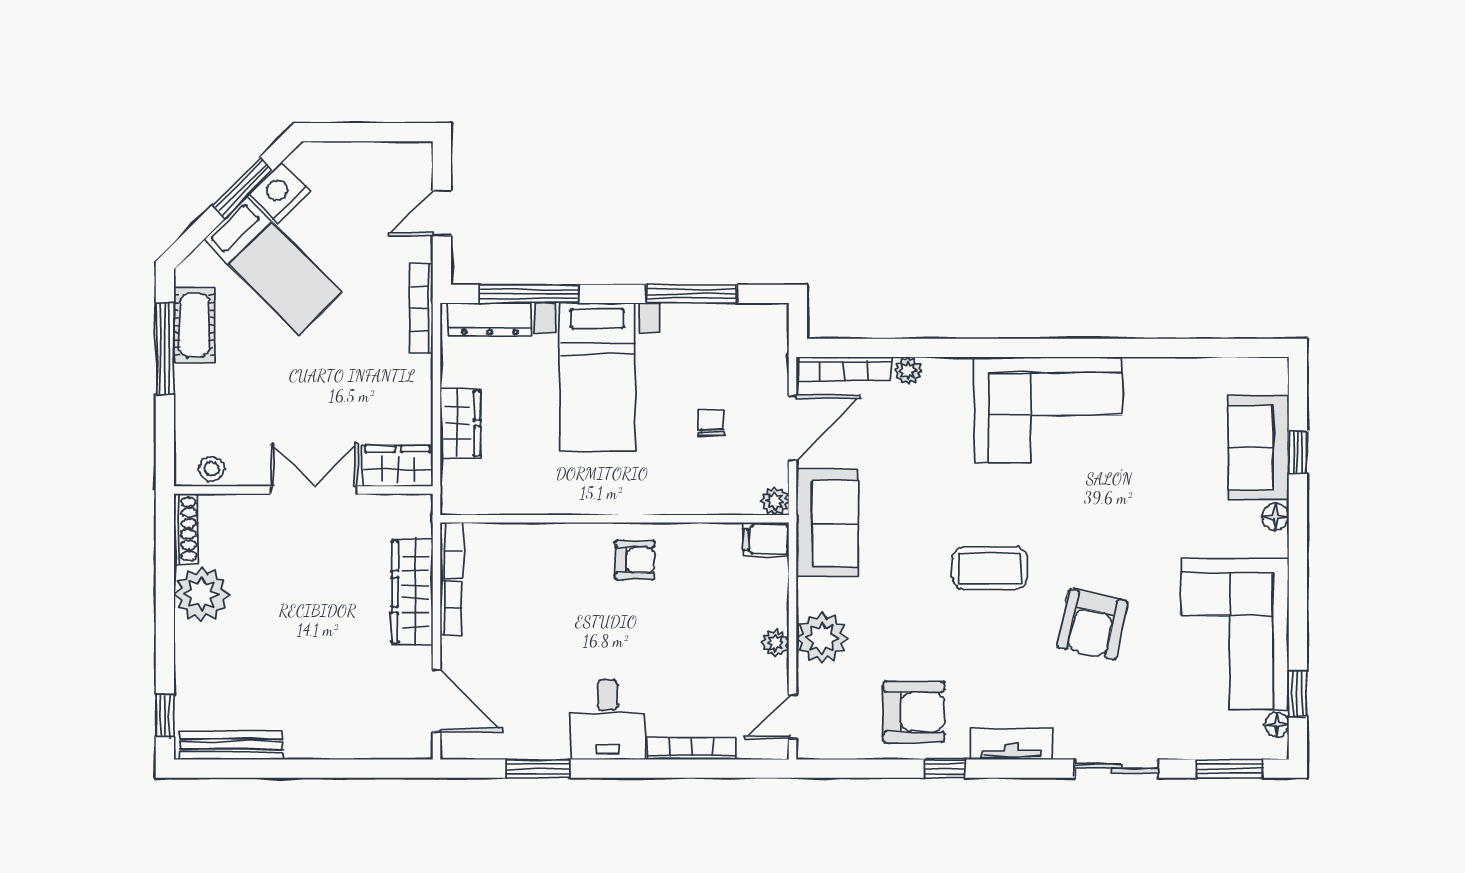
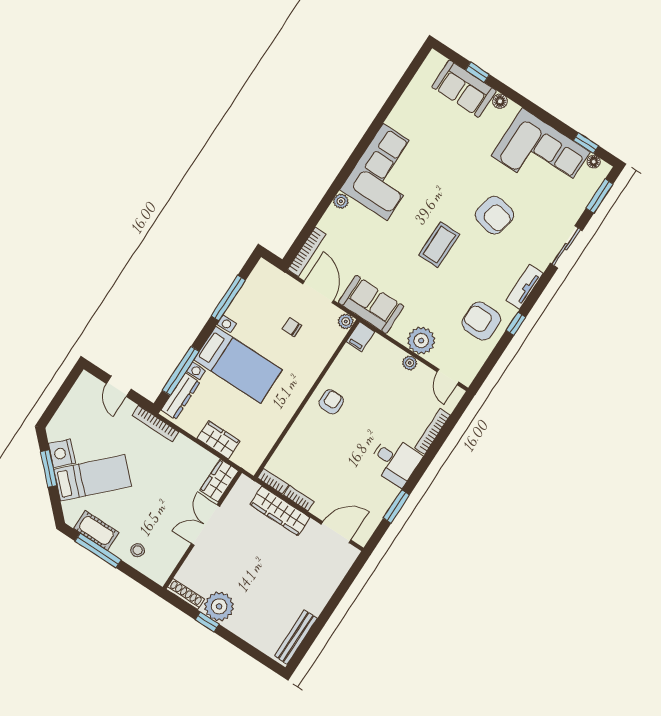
plant: (908, 371) -> (341, 201), moved
stool: (212, 469) -> (138, 550), moved
armchair: (914, 712) -> (481, 321), turned -90
window: (165, 715) -> (207, 622), moved

